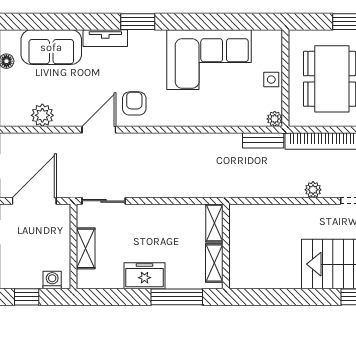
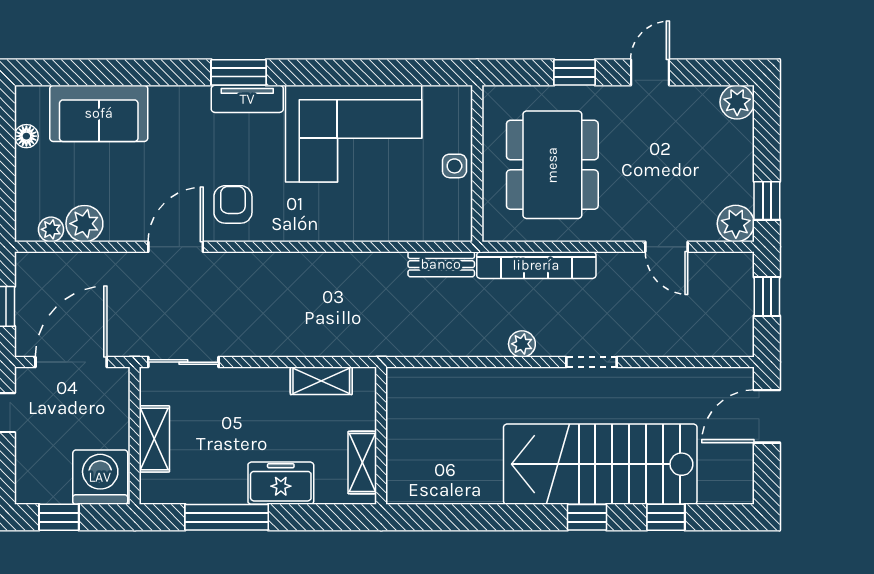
tv unit: (105, 38) -> (247, 99), moved
plant: (275, 119) -> (51, 229), moved
shelving: (214, 223) -> (321, 381), moved, turned 90
freezer: (145, 276) -> (281, 483), moved
washing machine: (52, 280) -> (100, 477), width x1.89, depth x1.89
window: (177, 297) -> (227, 517), moved

